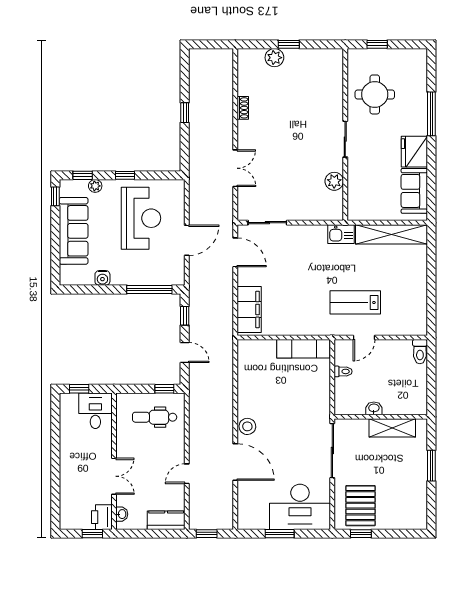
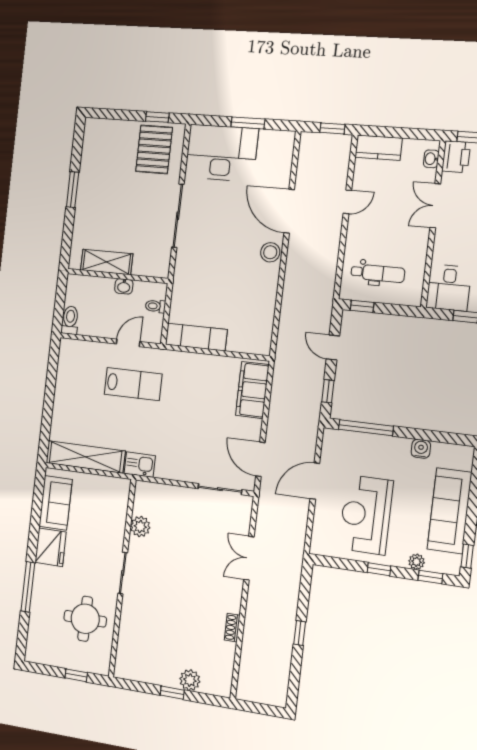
washbasin: (374, 408) -> (124, 286), moved
wall: (381, 417) -> (117, 276), moved
shelving: (392, 428) -> (107, 262), moved

